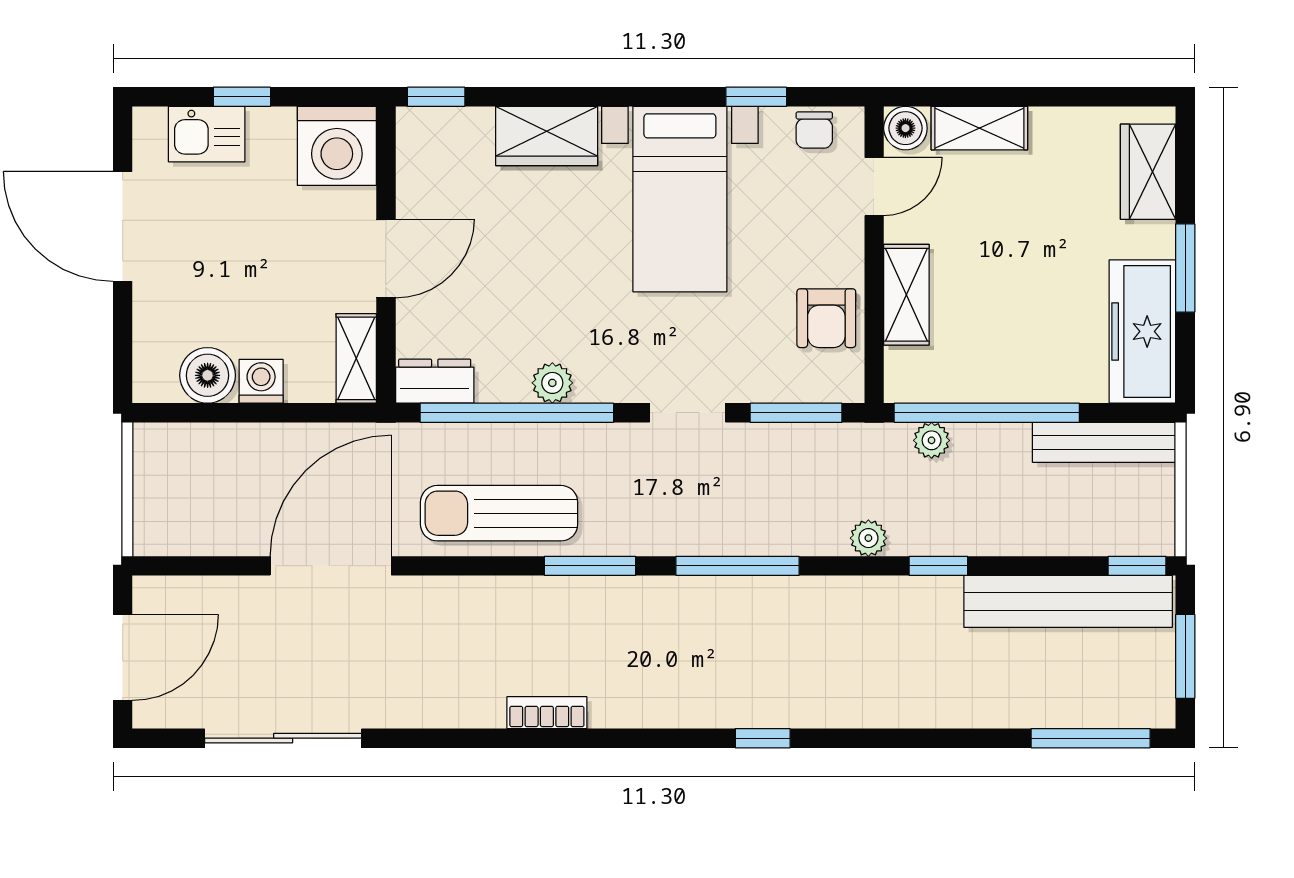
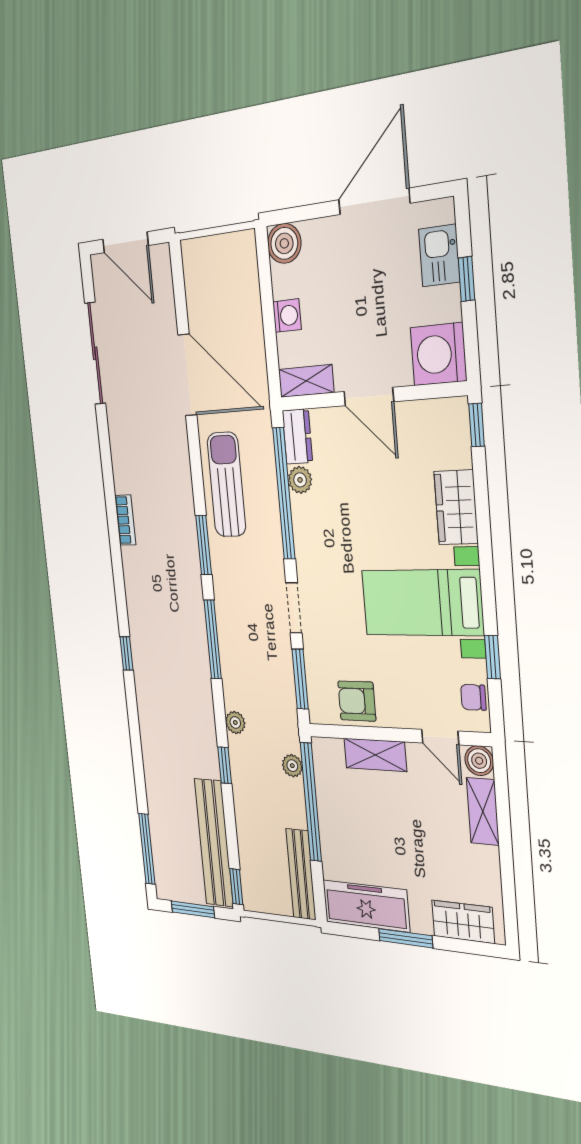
boiler: (208, 375) -> (284, 243), moved
plant: (552, 383) -> (300, 480), moved

